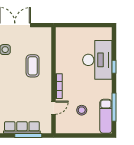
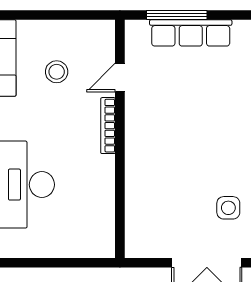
coffee table: (33, 66) -> (167, 171), removed

